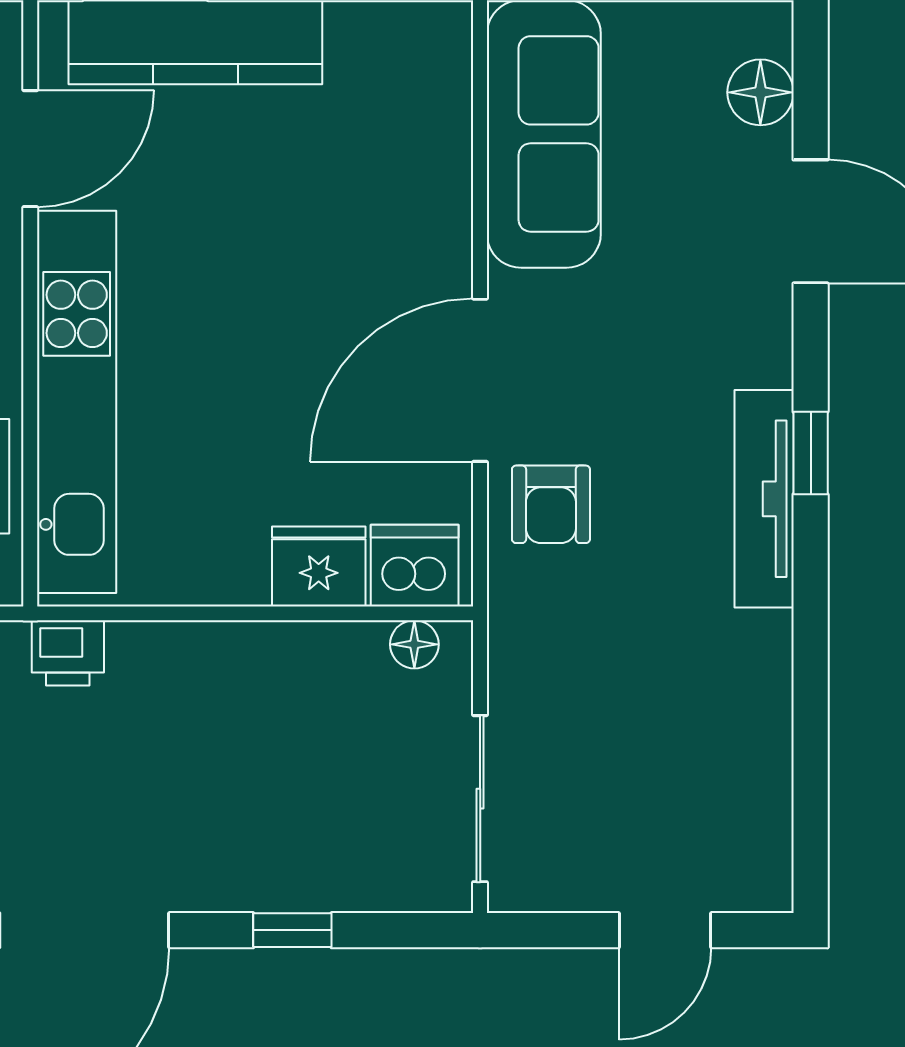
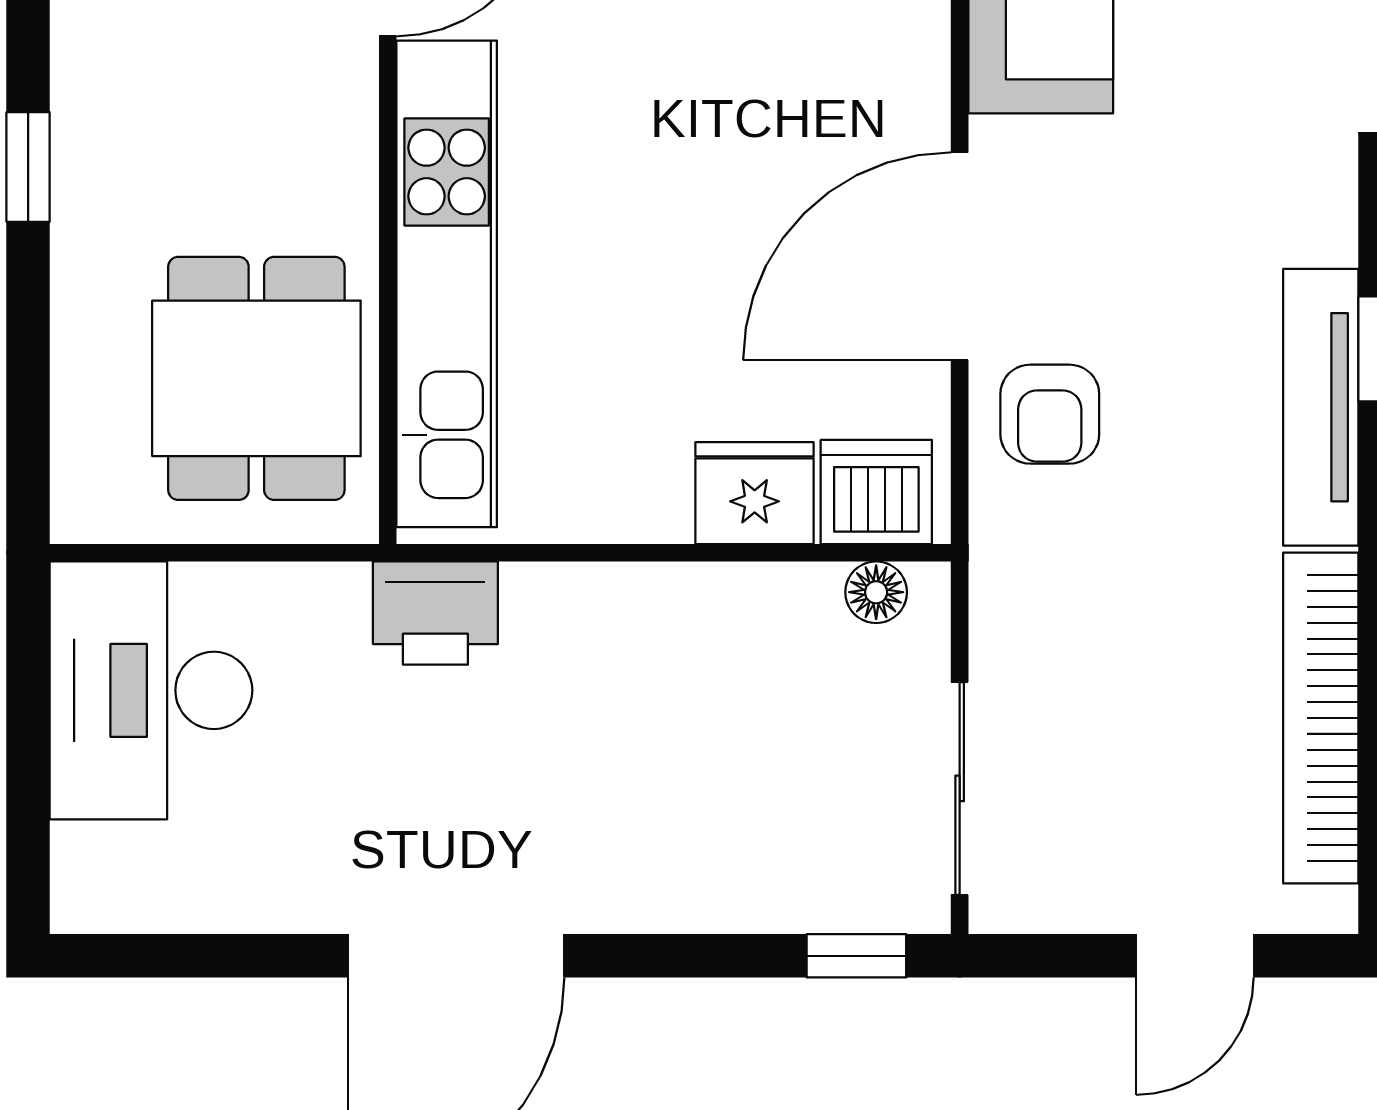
printer: (68, 653) -> (435, 613), width x1.36, depth x1.24
bookcase: (764, 743) -> (1321, 718), added
window: (292, 930) -> (856, 956), moved

